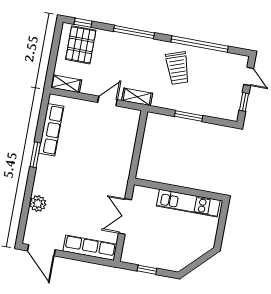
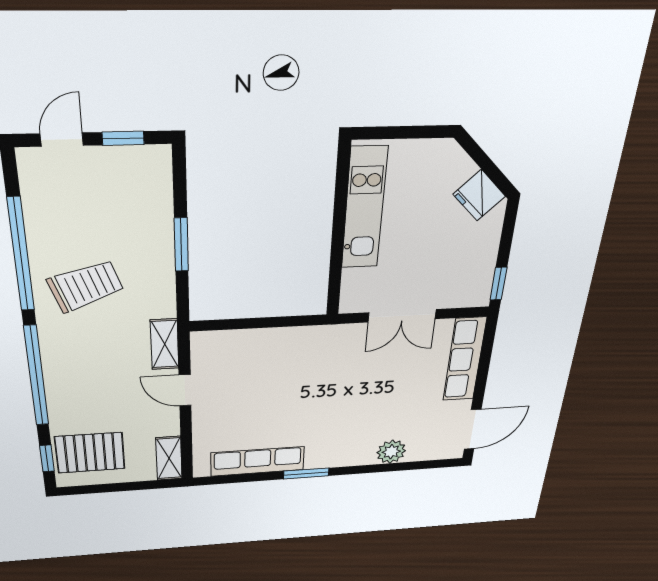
window: (134, 32) -> (36, 376), width x1.46
fridge: (183, 259) -> (479, 195), added
window: (147, 270) -> (498, 284), moved

